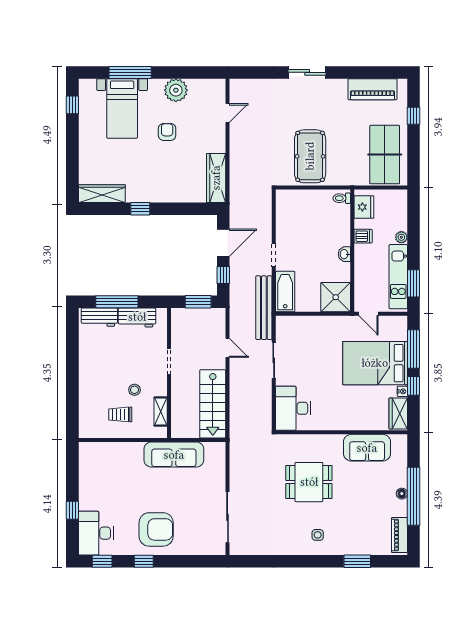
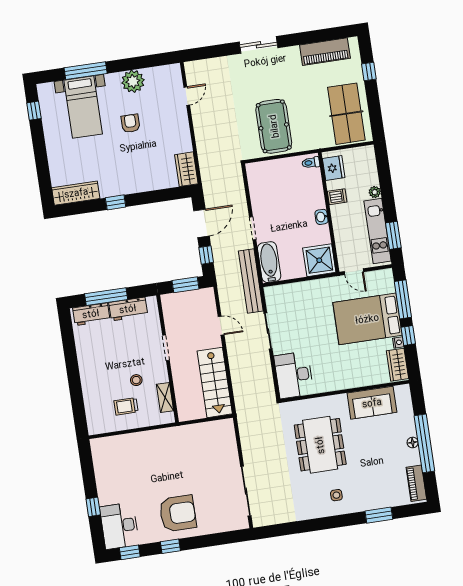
wardrobe: (216, 178) -> (186, 169), width x0.67
sofa: (174, 455) -> (184, 438), removed
dining table: (309, 482) -> (320, 445), width x1.38

